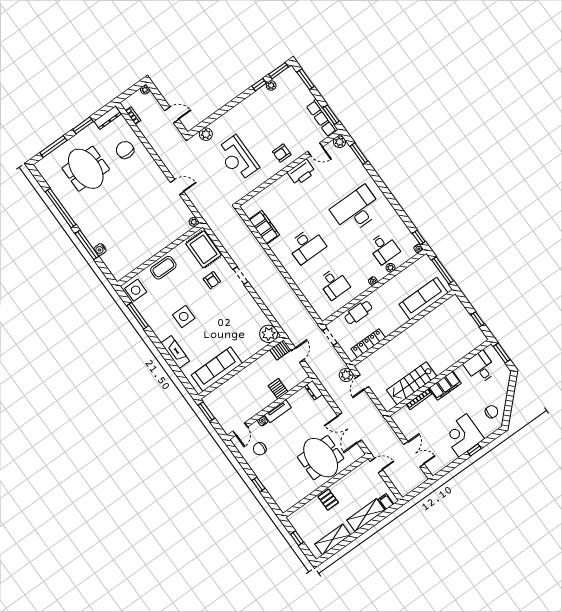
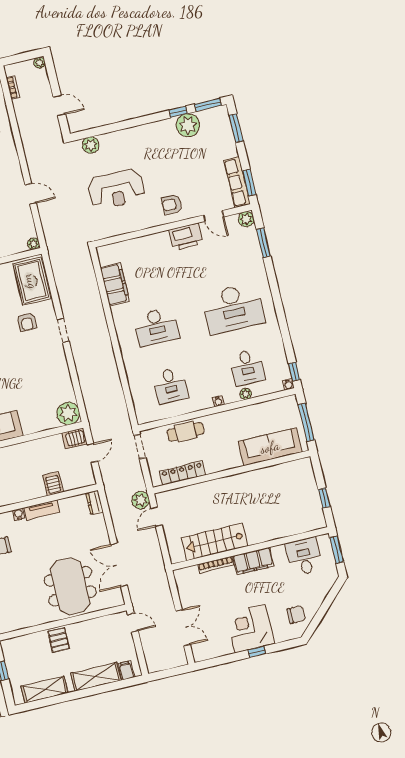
plant: (271, 86) -> (188, 125), width x1.88, depth x1.88
reception desk: (237, 158) -> (116, 189), turned -90
desk: (356, 210) -> (233, 308), turned 180

